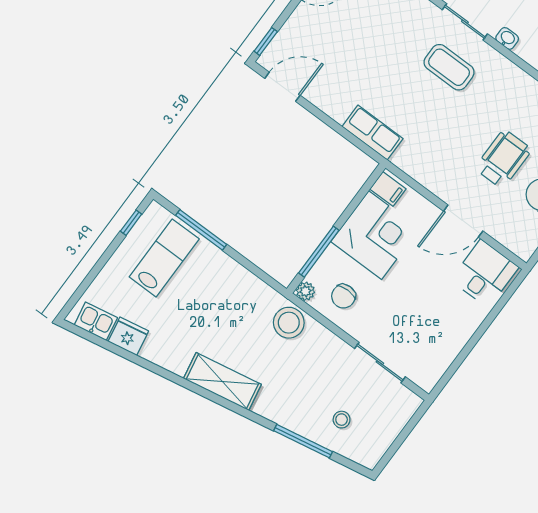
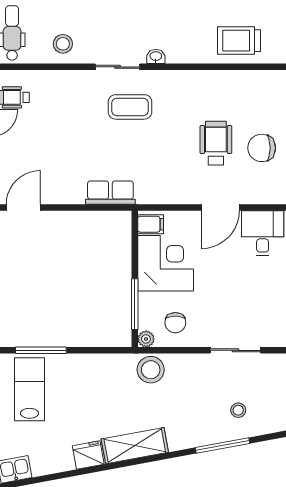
fridge: (128, 336) -> (88, 455), moved

